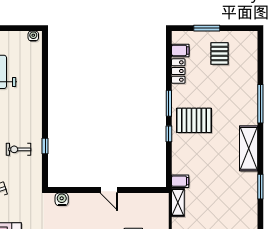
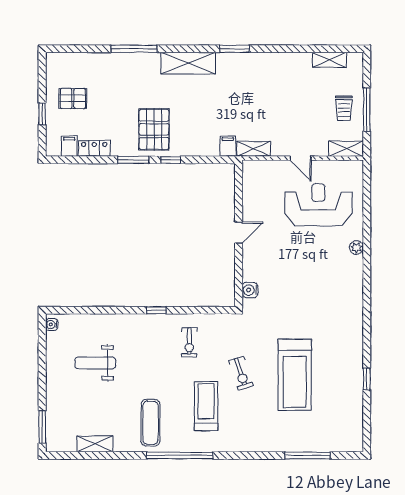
window: (207, 28) -> (42, 114), width x0.67
window: (45, 146) -> (156, 310), moved

